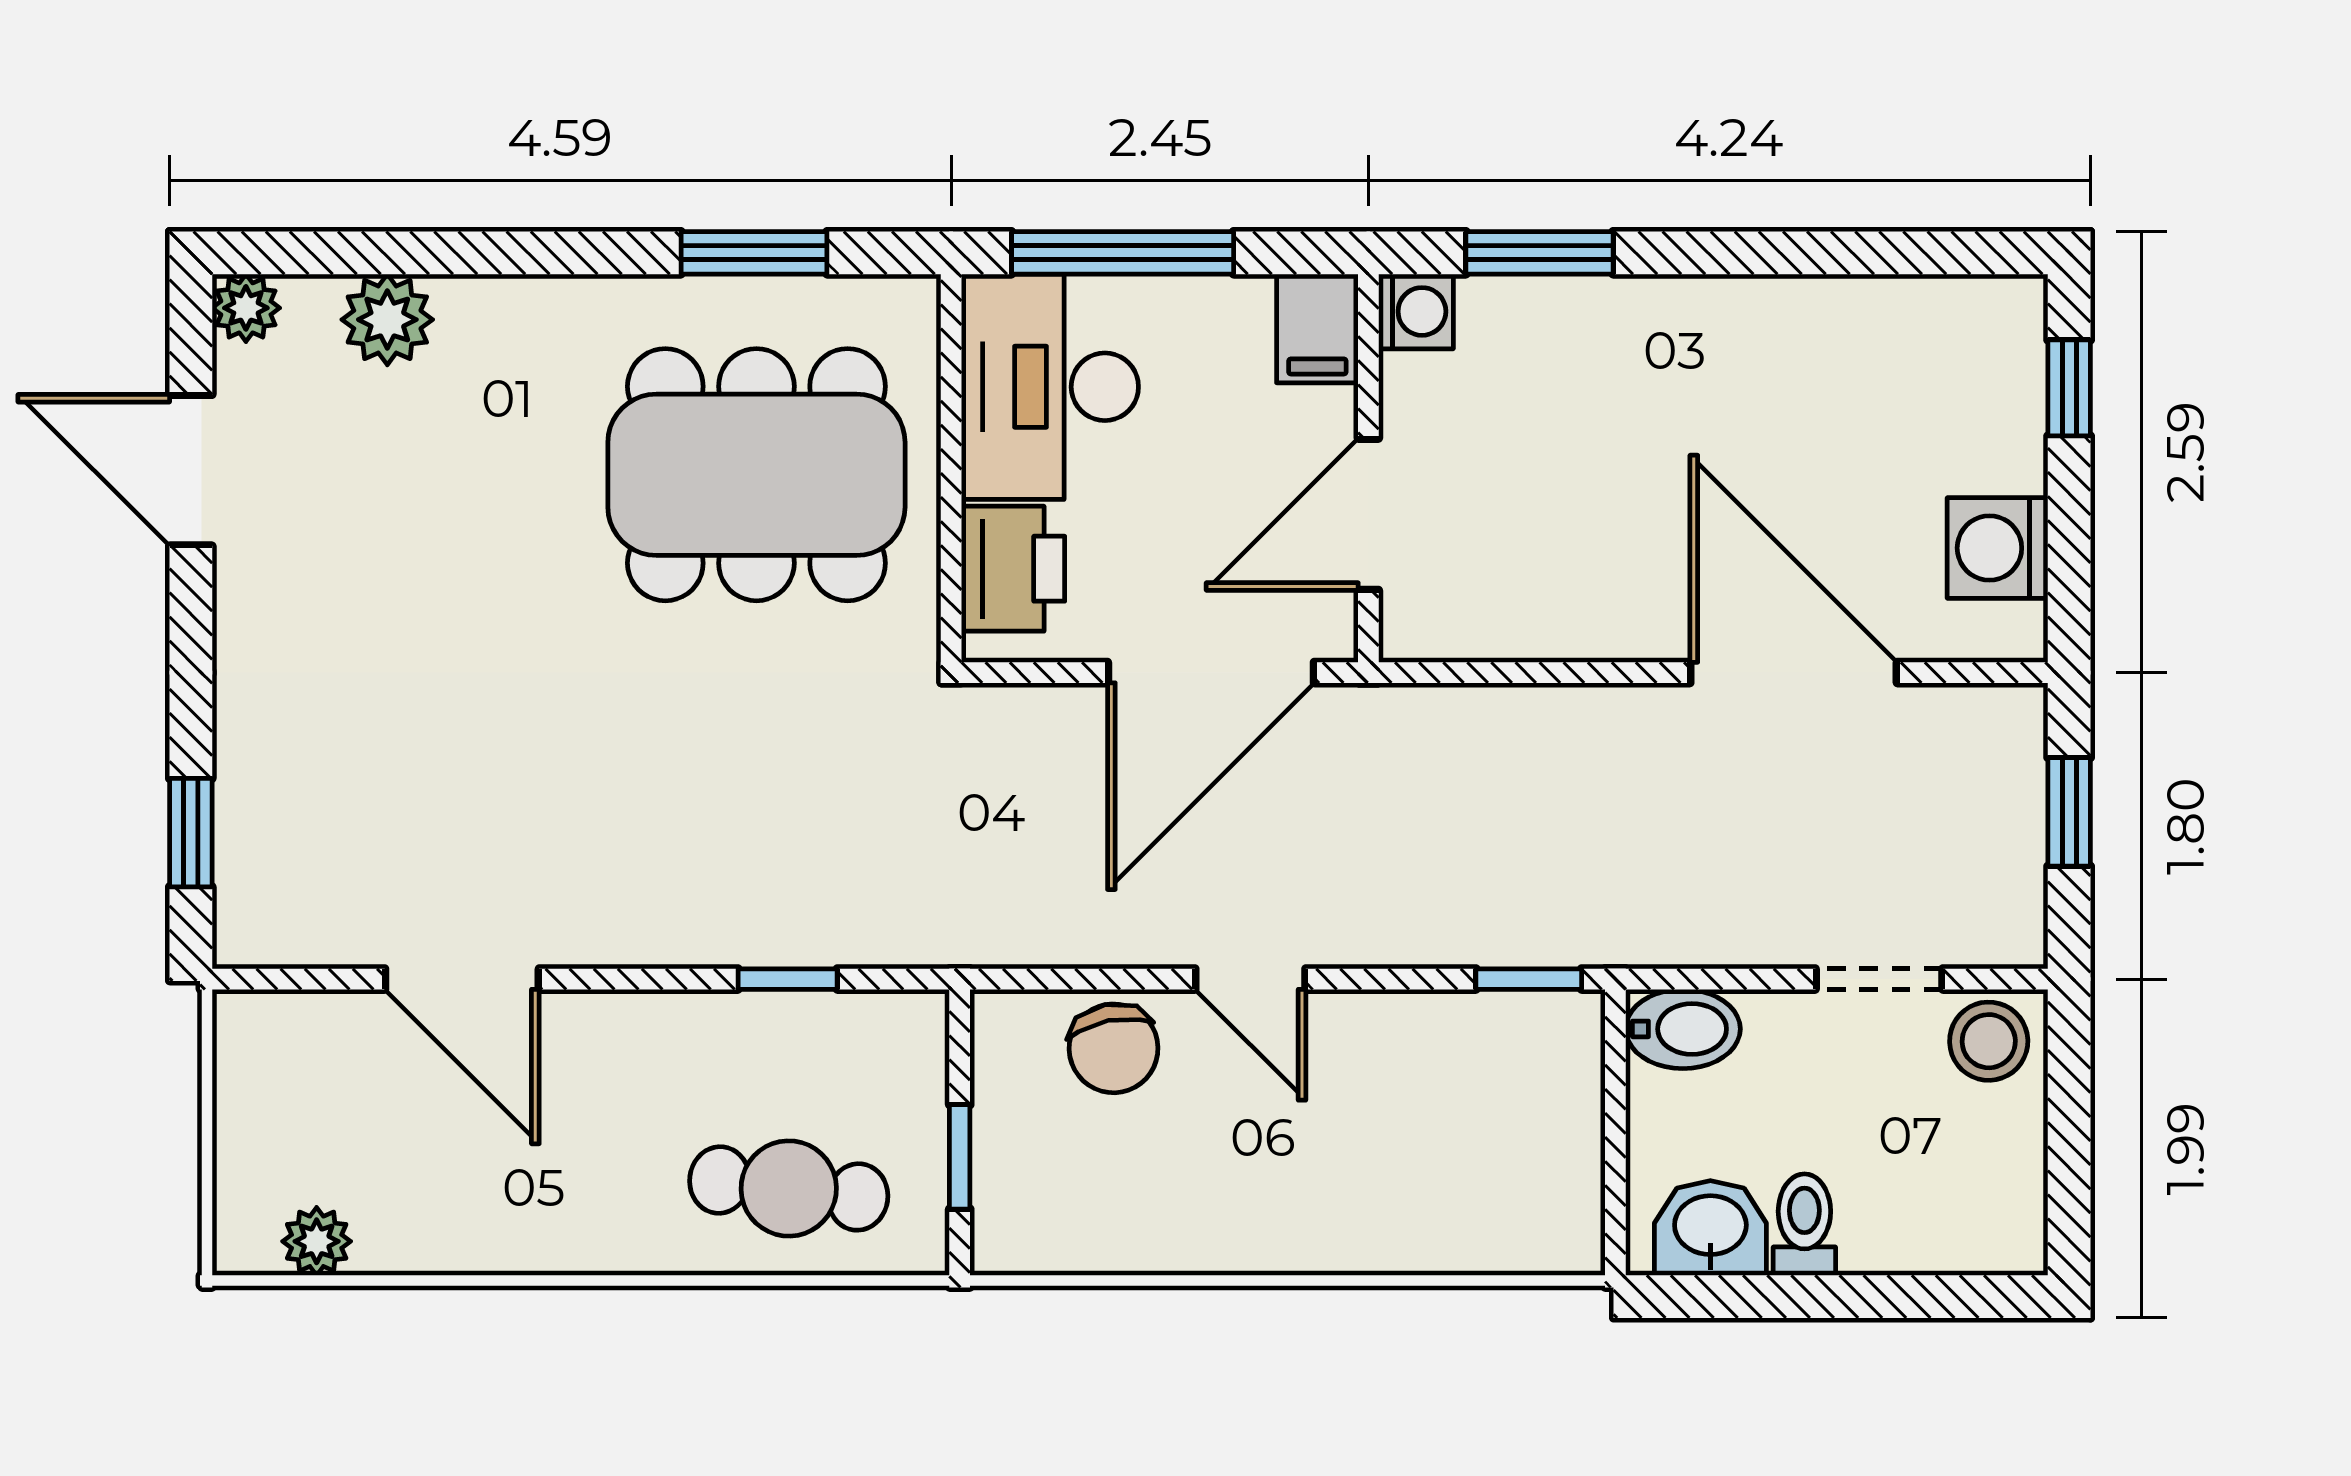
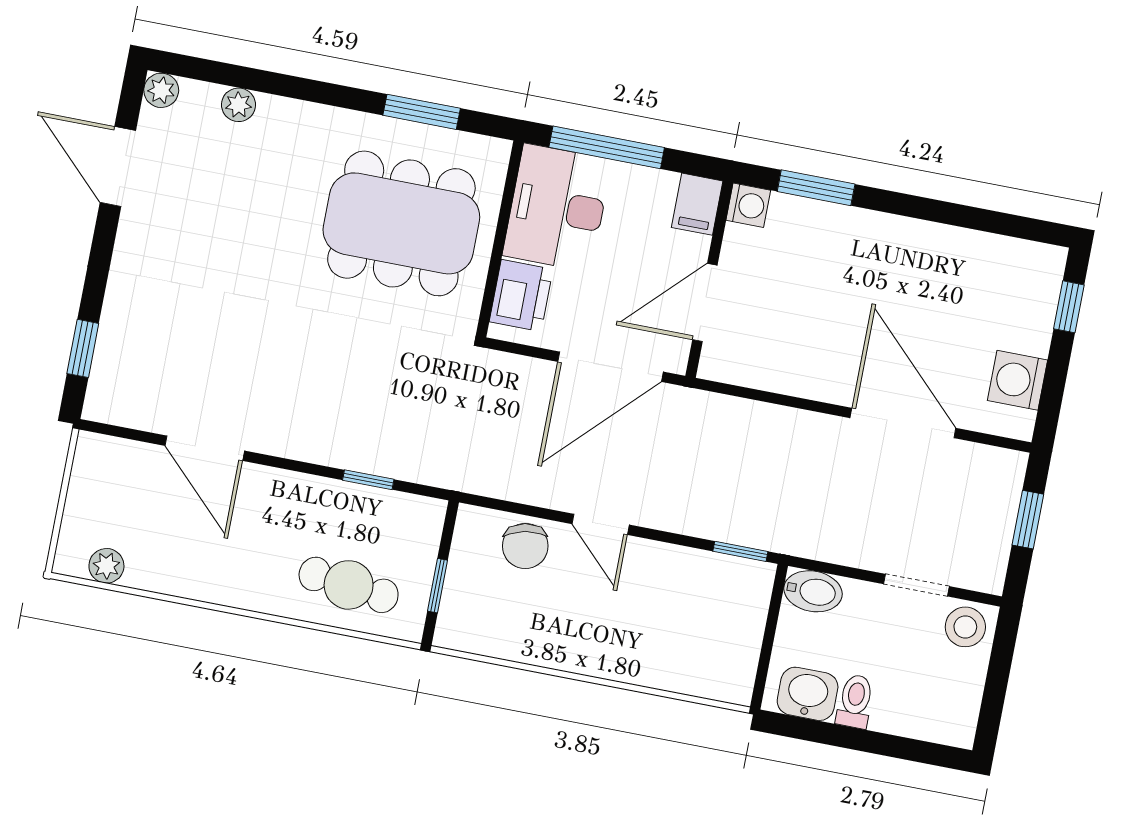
plant: (387, 320) -> (239, 105), width x0.73, depth x0.73

